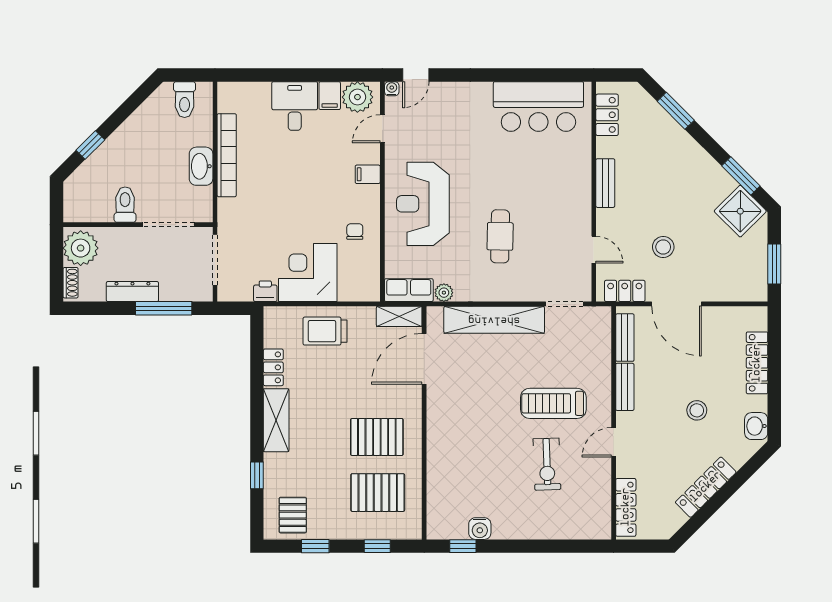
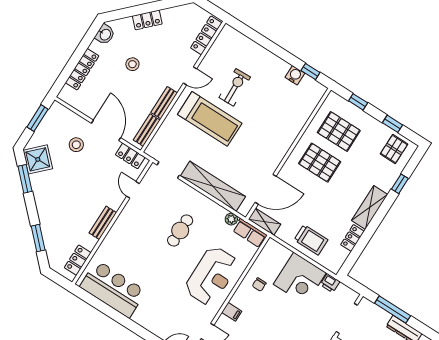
stool: (663, 247) -> (76, 145), moved
treadmill: (553, 403) -> (210, 119), width x1.37, depth x1.38
locker: (706, 487) -> (147, 20), width x0.66

